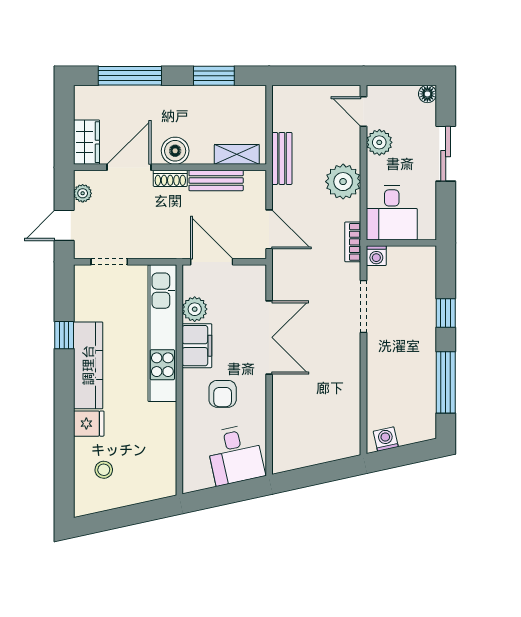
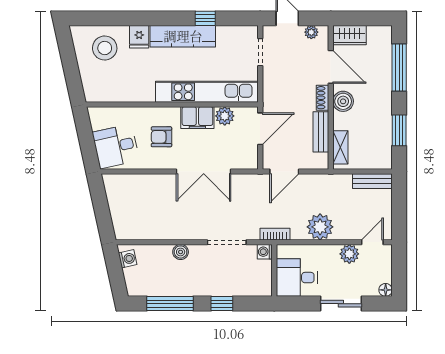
bench: (282, 158) -> (372, 181), moved
desk: (392, 213) -> (297, 278), moved
boiler: (377, 368) -> (181, 252), added
stool: (104, 470) -> (105, 48), width x1.89, depth x1.89

